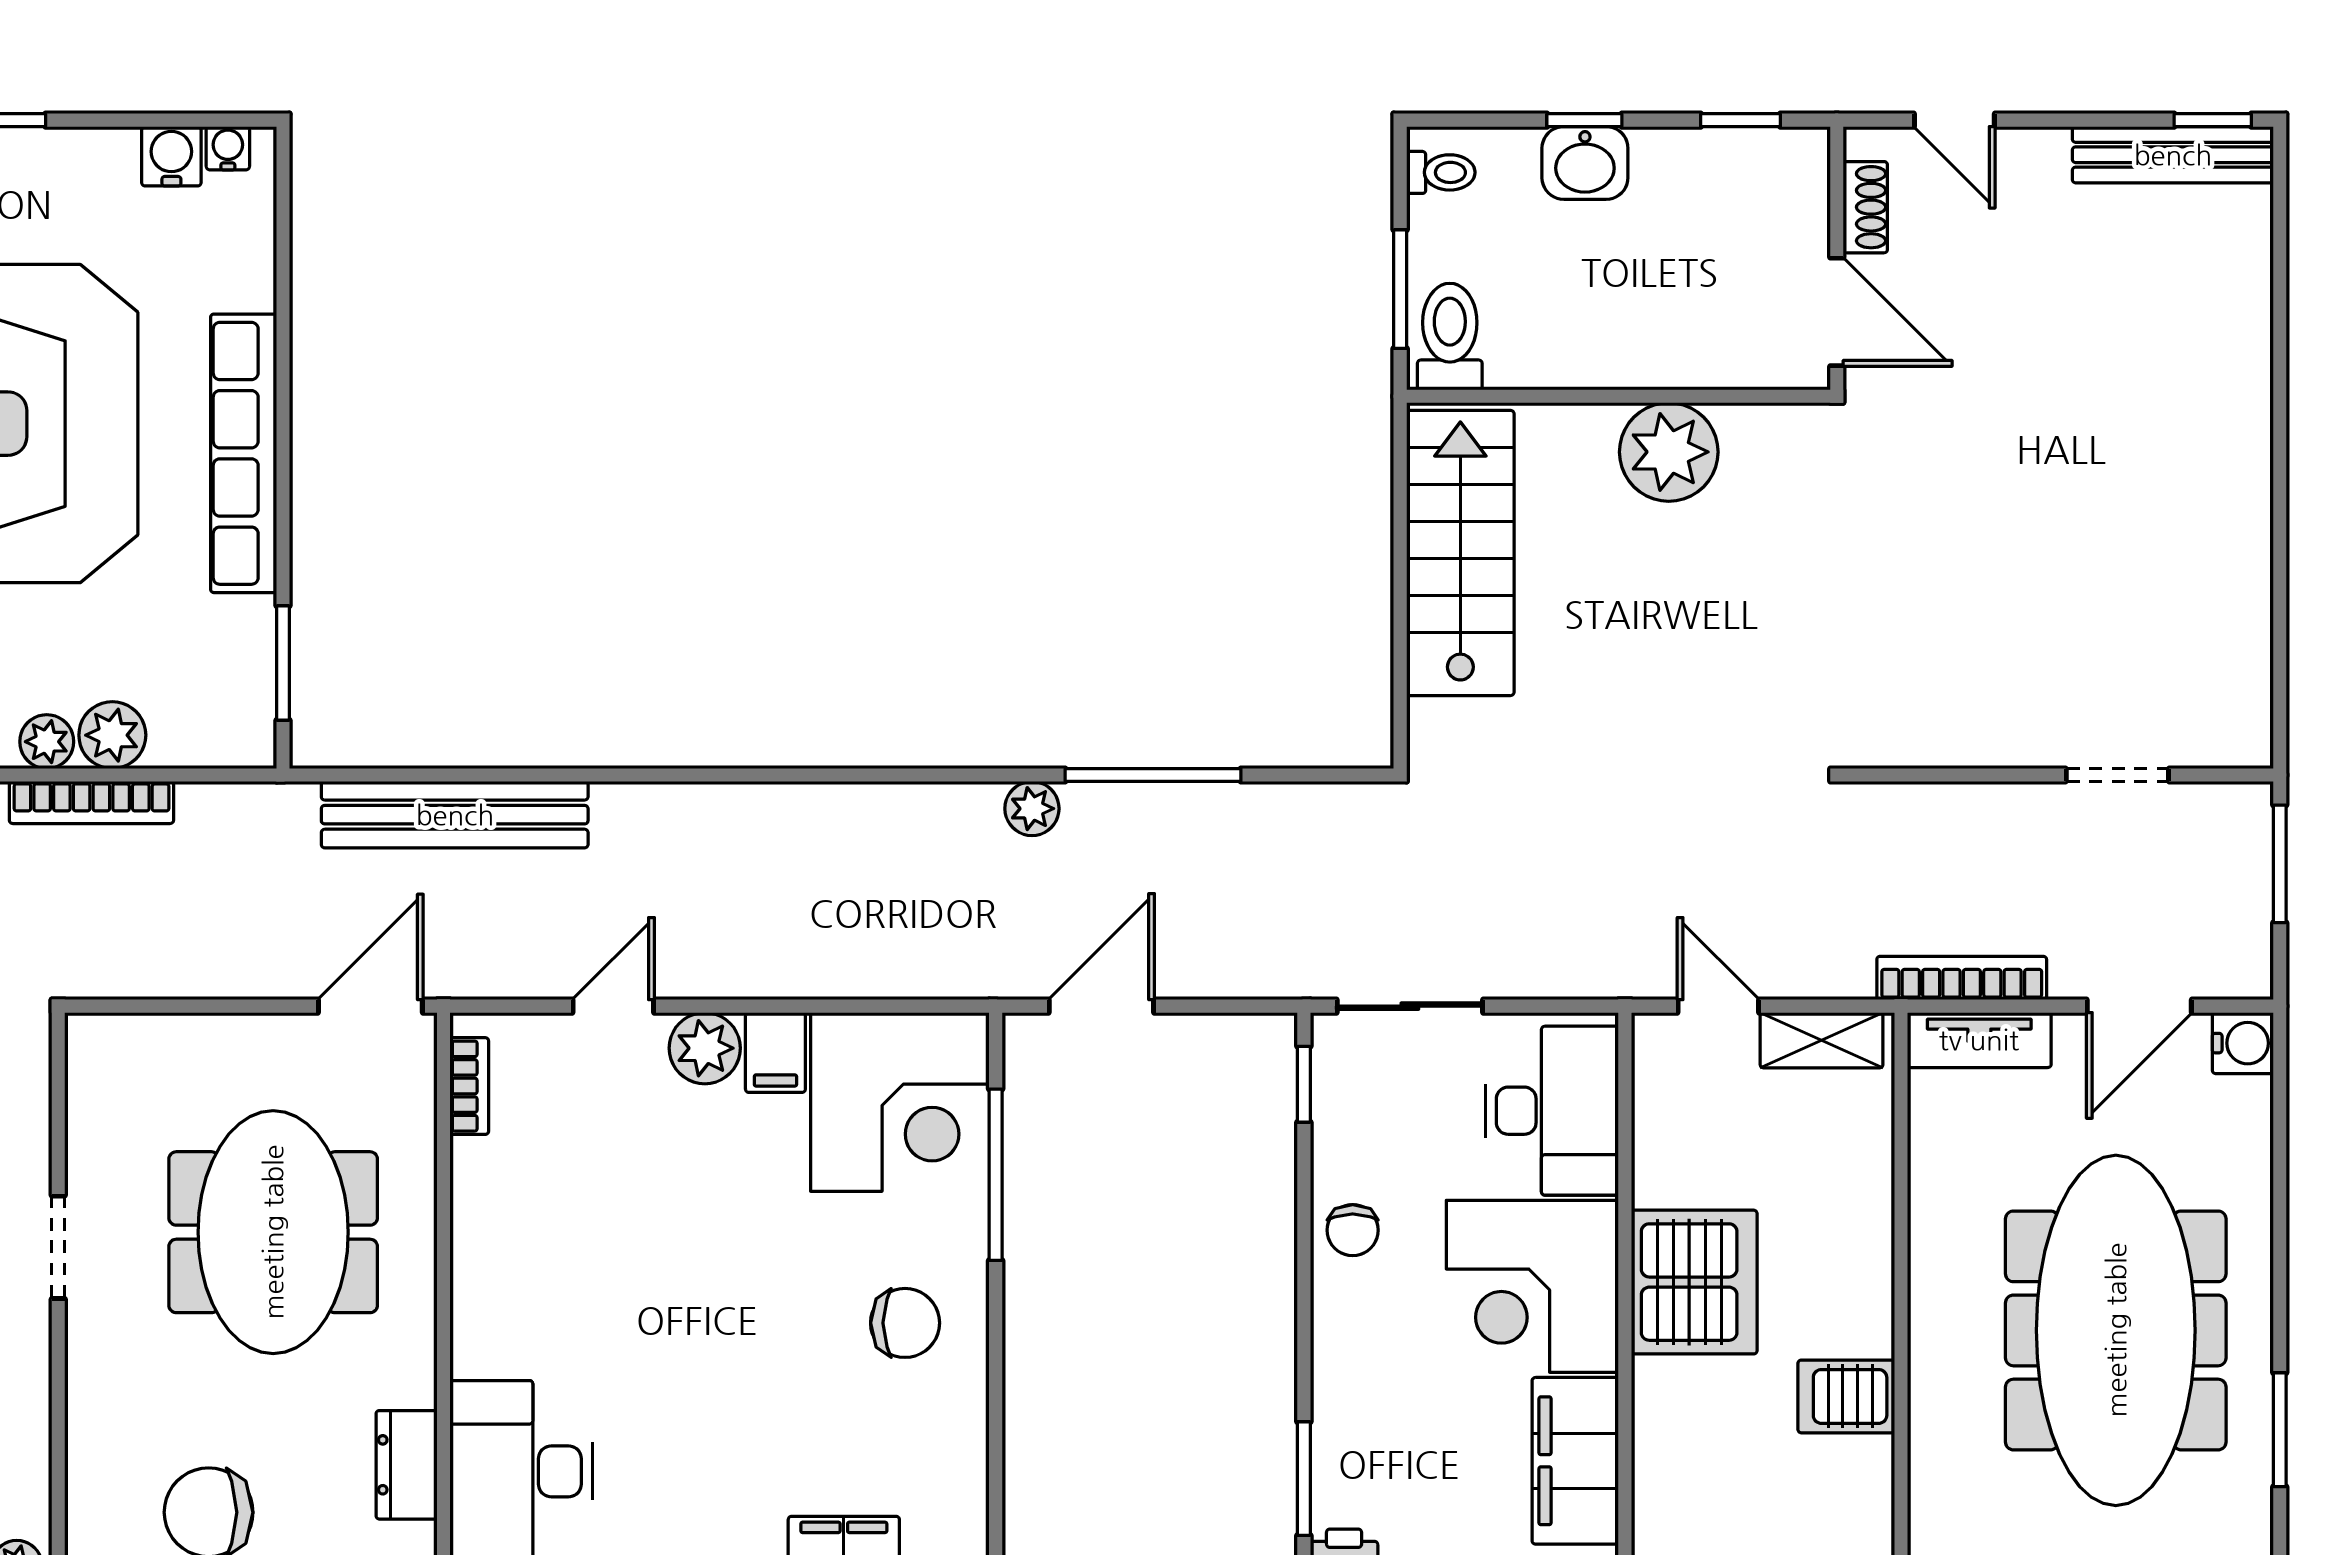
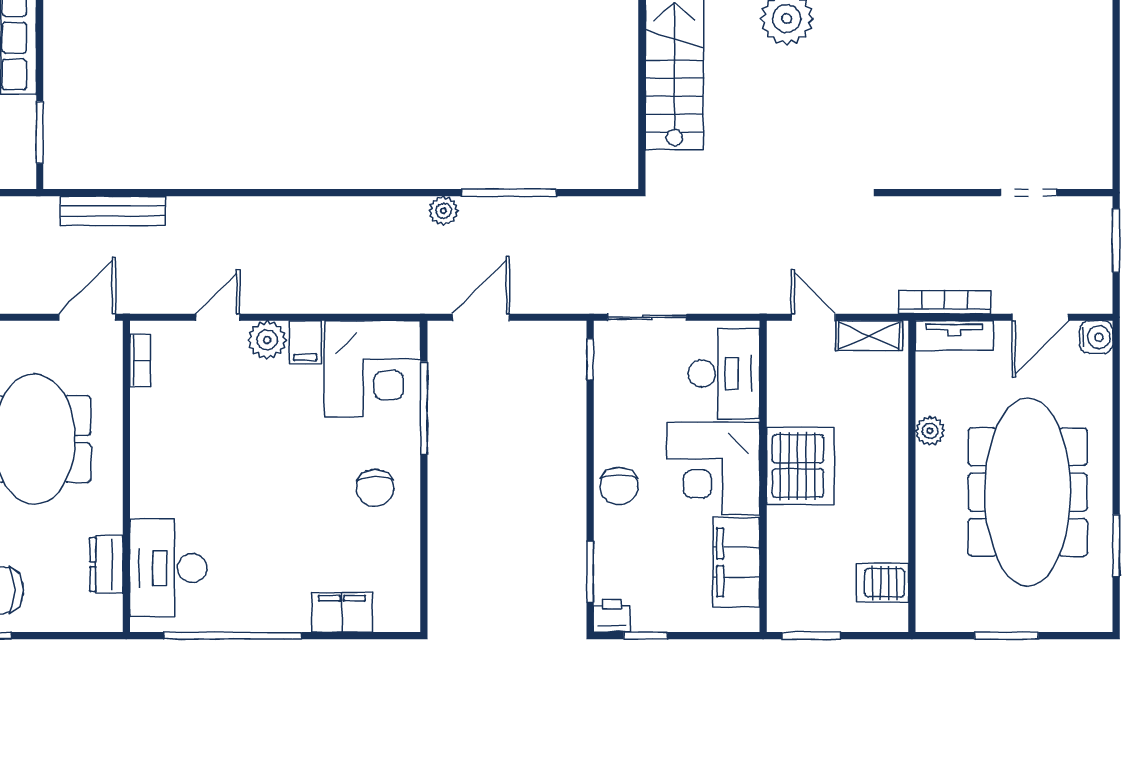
bench: (455, 815) -> (113, 211), width x0.73, depth x0.82
plant: (1934, 1217) -> (930, 431), added
chair: (1353, 1230) -> (619, 486), moved, width x1.37, depth x1.37
chair: (905, 1323) -> (375, 488), turned 90
server rack: (1846, 1396) -> (882, 583), moved

